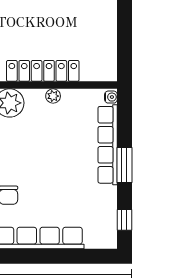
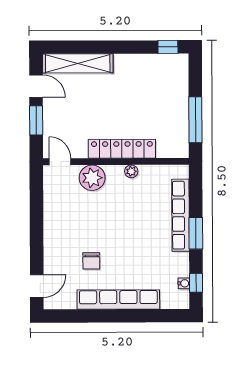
window: (124, 39) -> (195, 120), added
water cooler: (111, 97) -> (184, 283), moved

